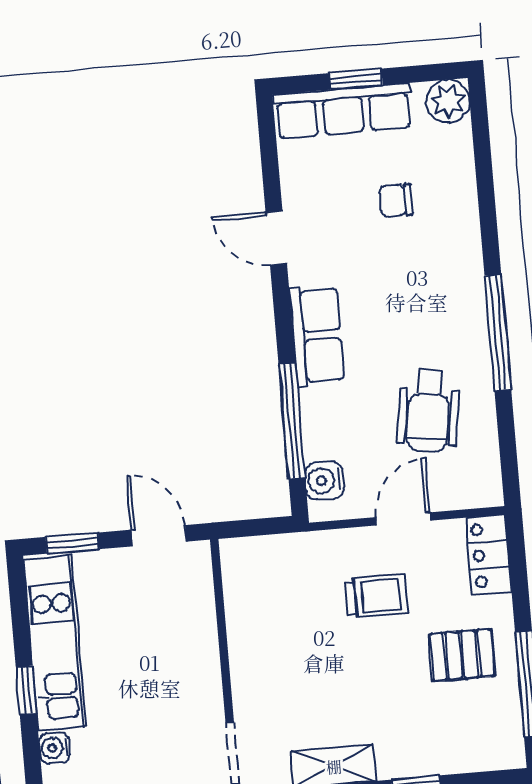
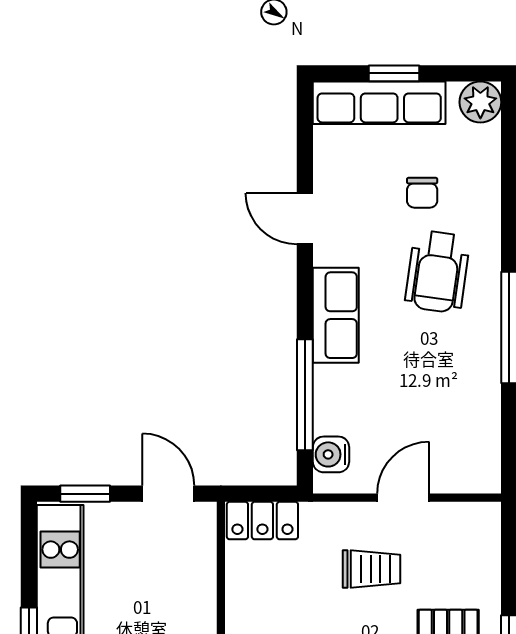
chair: (396, 201) -> (422, 193), turned -90
wheelchair: (428, 410) -> (437, 272), moved
locker: (489, 555) -> (262, 521), moved, turned -90

